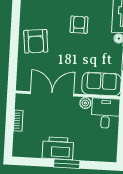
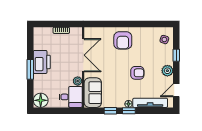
armchair: (36, 41) -> (123, 40), turned -84
floor lamp: (108, 152) -> (41, 100), added

